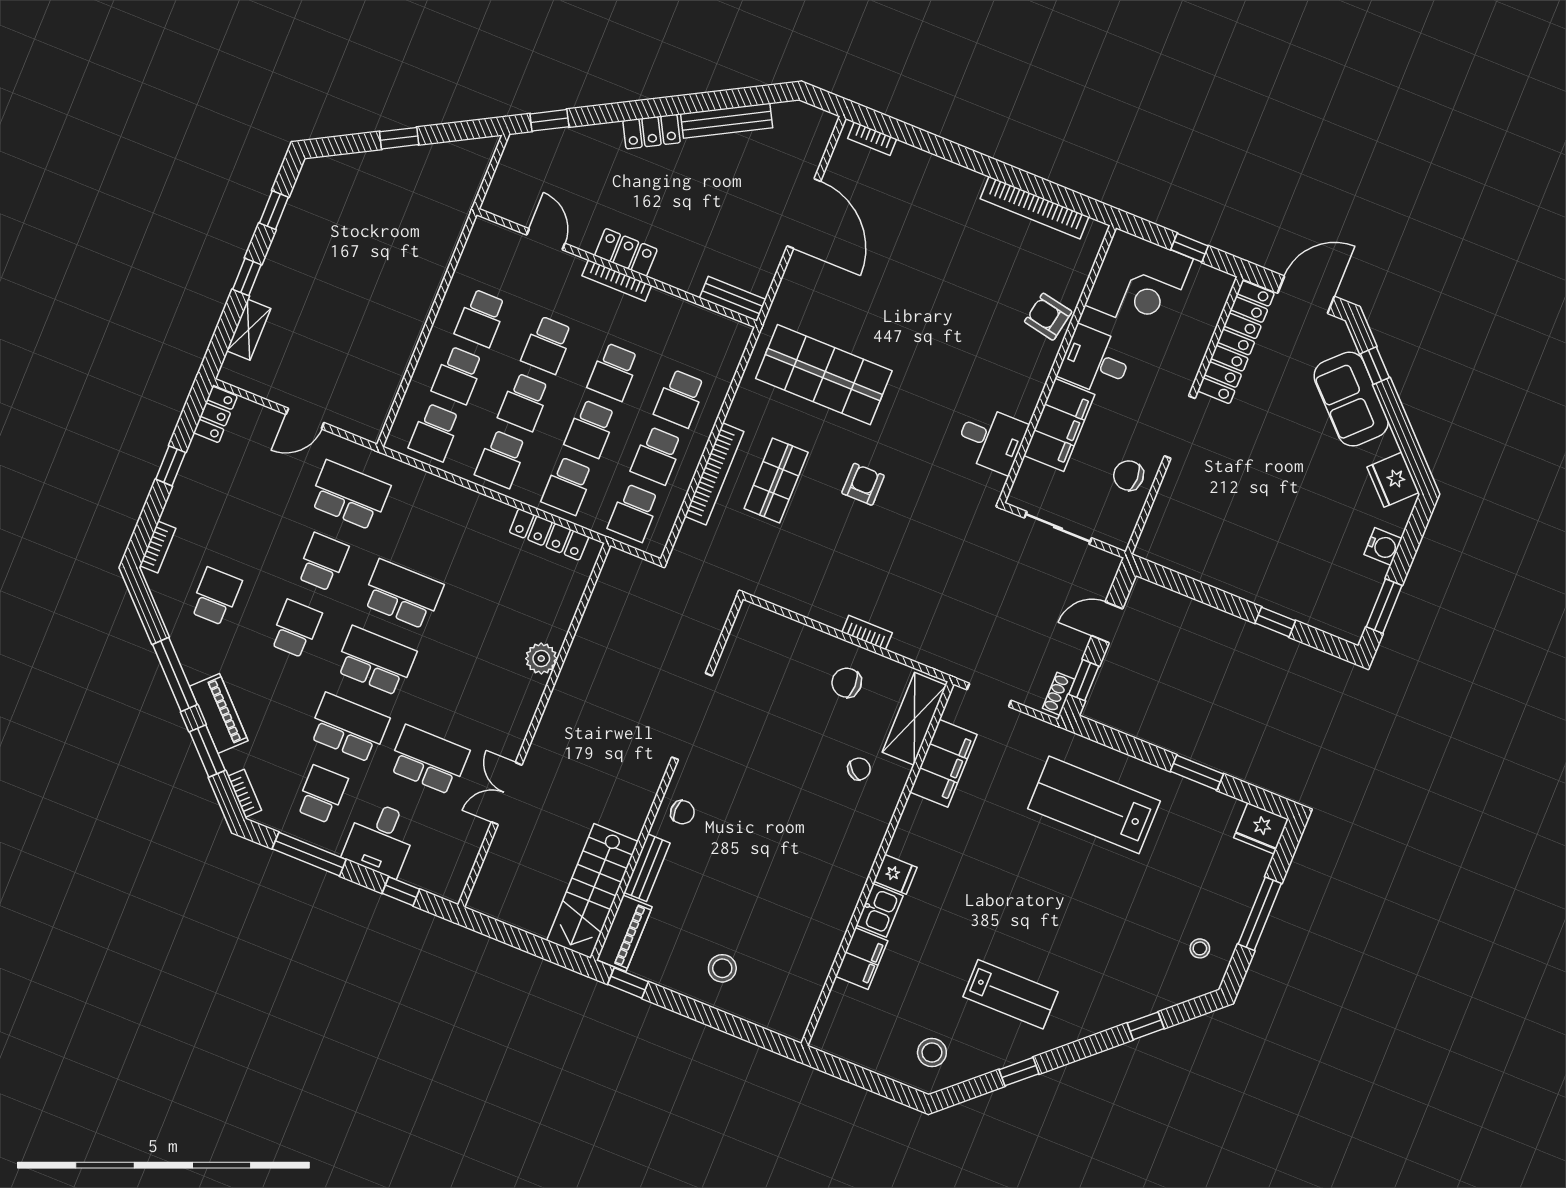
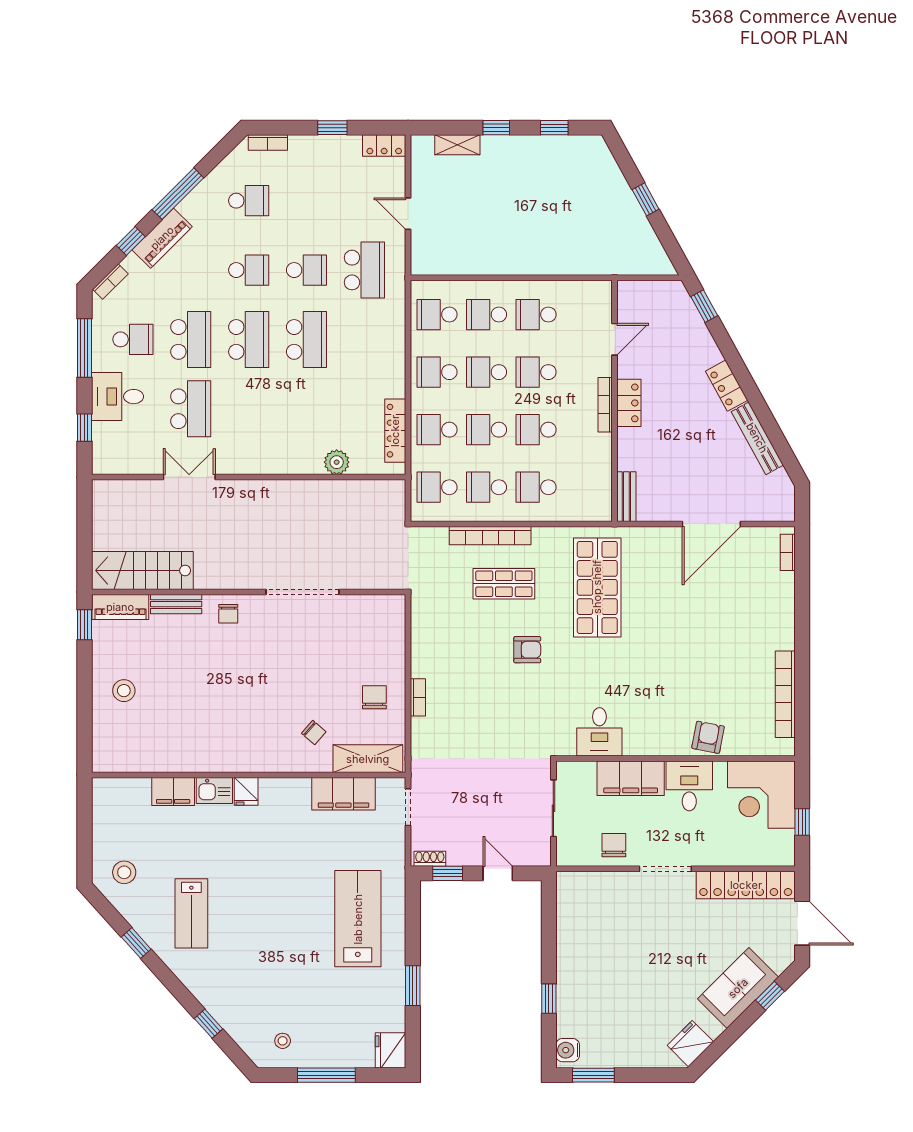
water cooler: (1383, 547) -> (568, 1050), moved, turned 90
plant: (541, 658) -> (337, 462), moved
window: (207, 751) -> (131, 241), width x0.67

